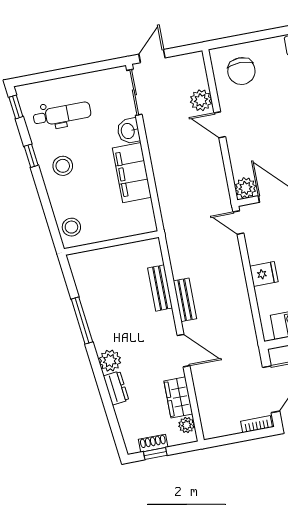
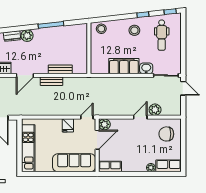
fridge: (264, 274) -> (68, 125), moved

